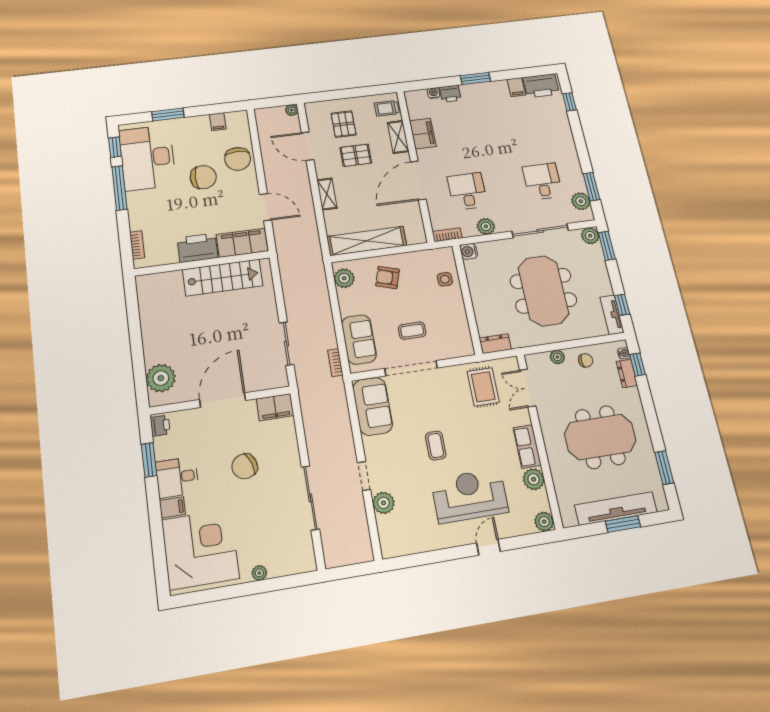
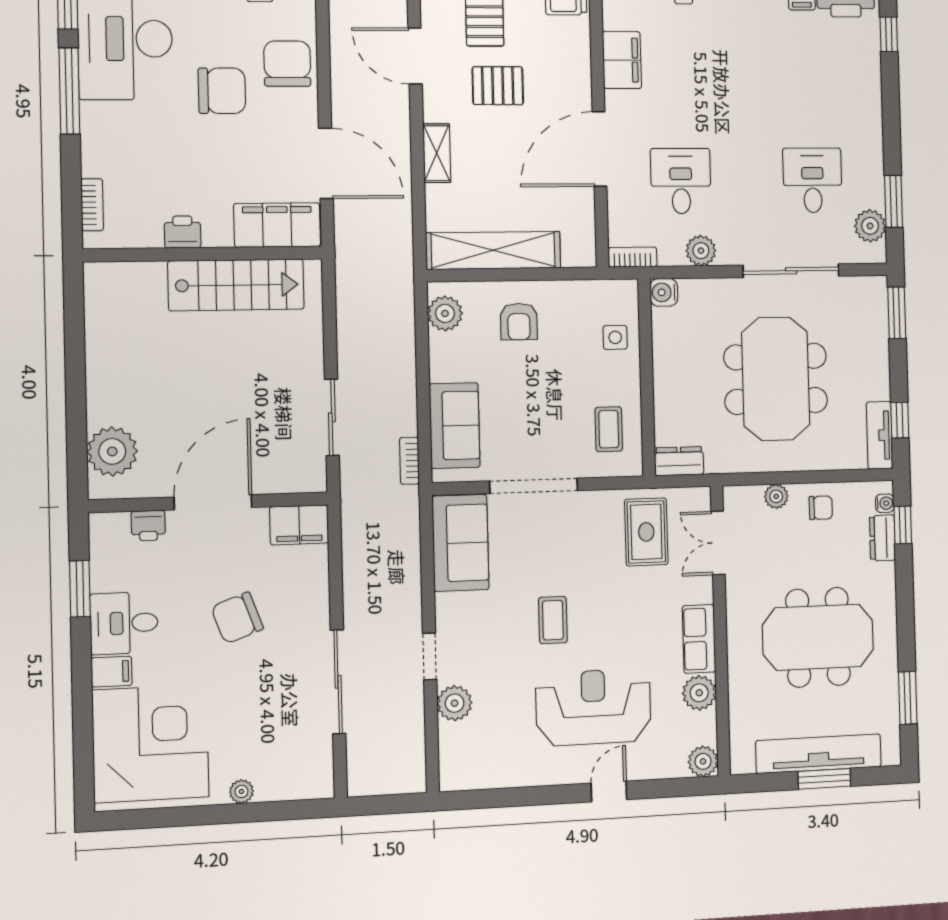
shelving: (398, 137) -> (578, 61), removed
chair: (238, 159) -> (287, 64), turned 180
door: (265, 207) -> (326, 163), width x1.36
plant: (590, 236) -> (873, 291), removed
printer: (197, 248) -> (182, 232), width x0.53, depth x0.68
armchair: (387, 277) -> (519, 322), turned -107
coffee table: (412, 331) -> (609, 429), moved, turned 90
printer: (160, 426) -> (148, 526), moved, turned 90

